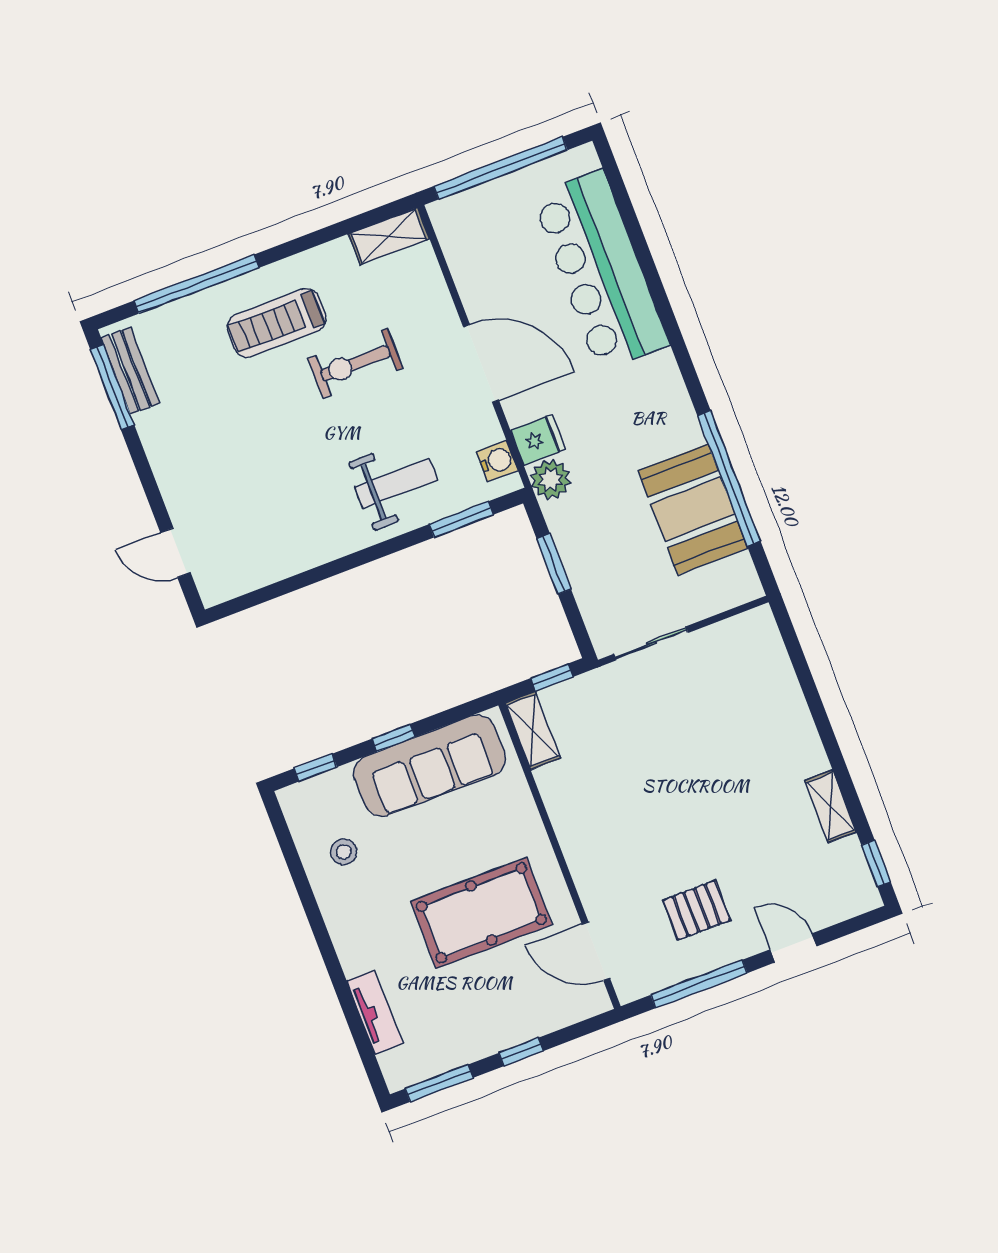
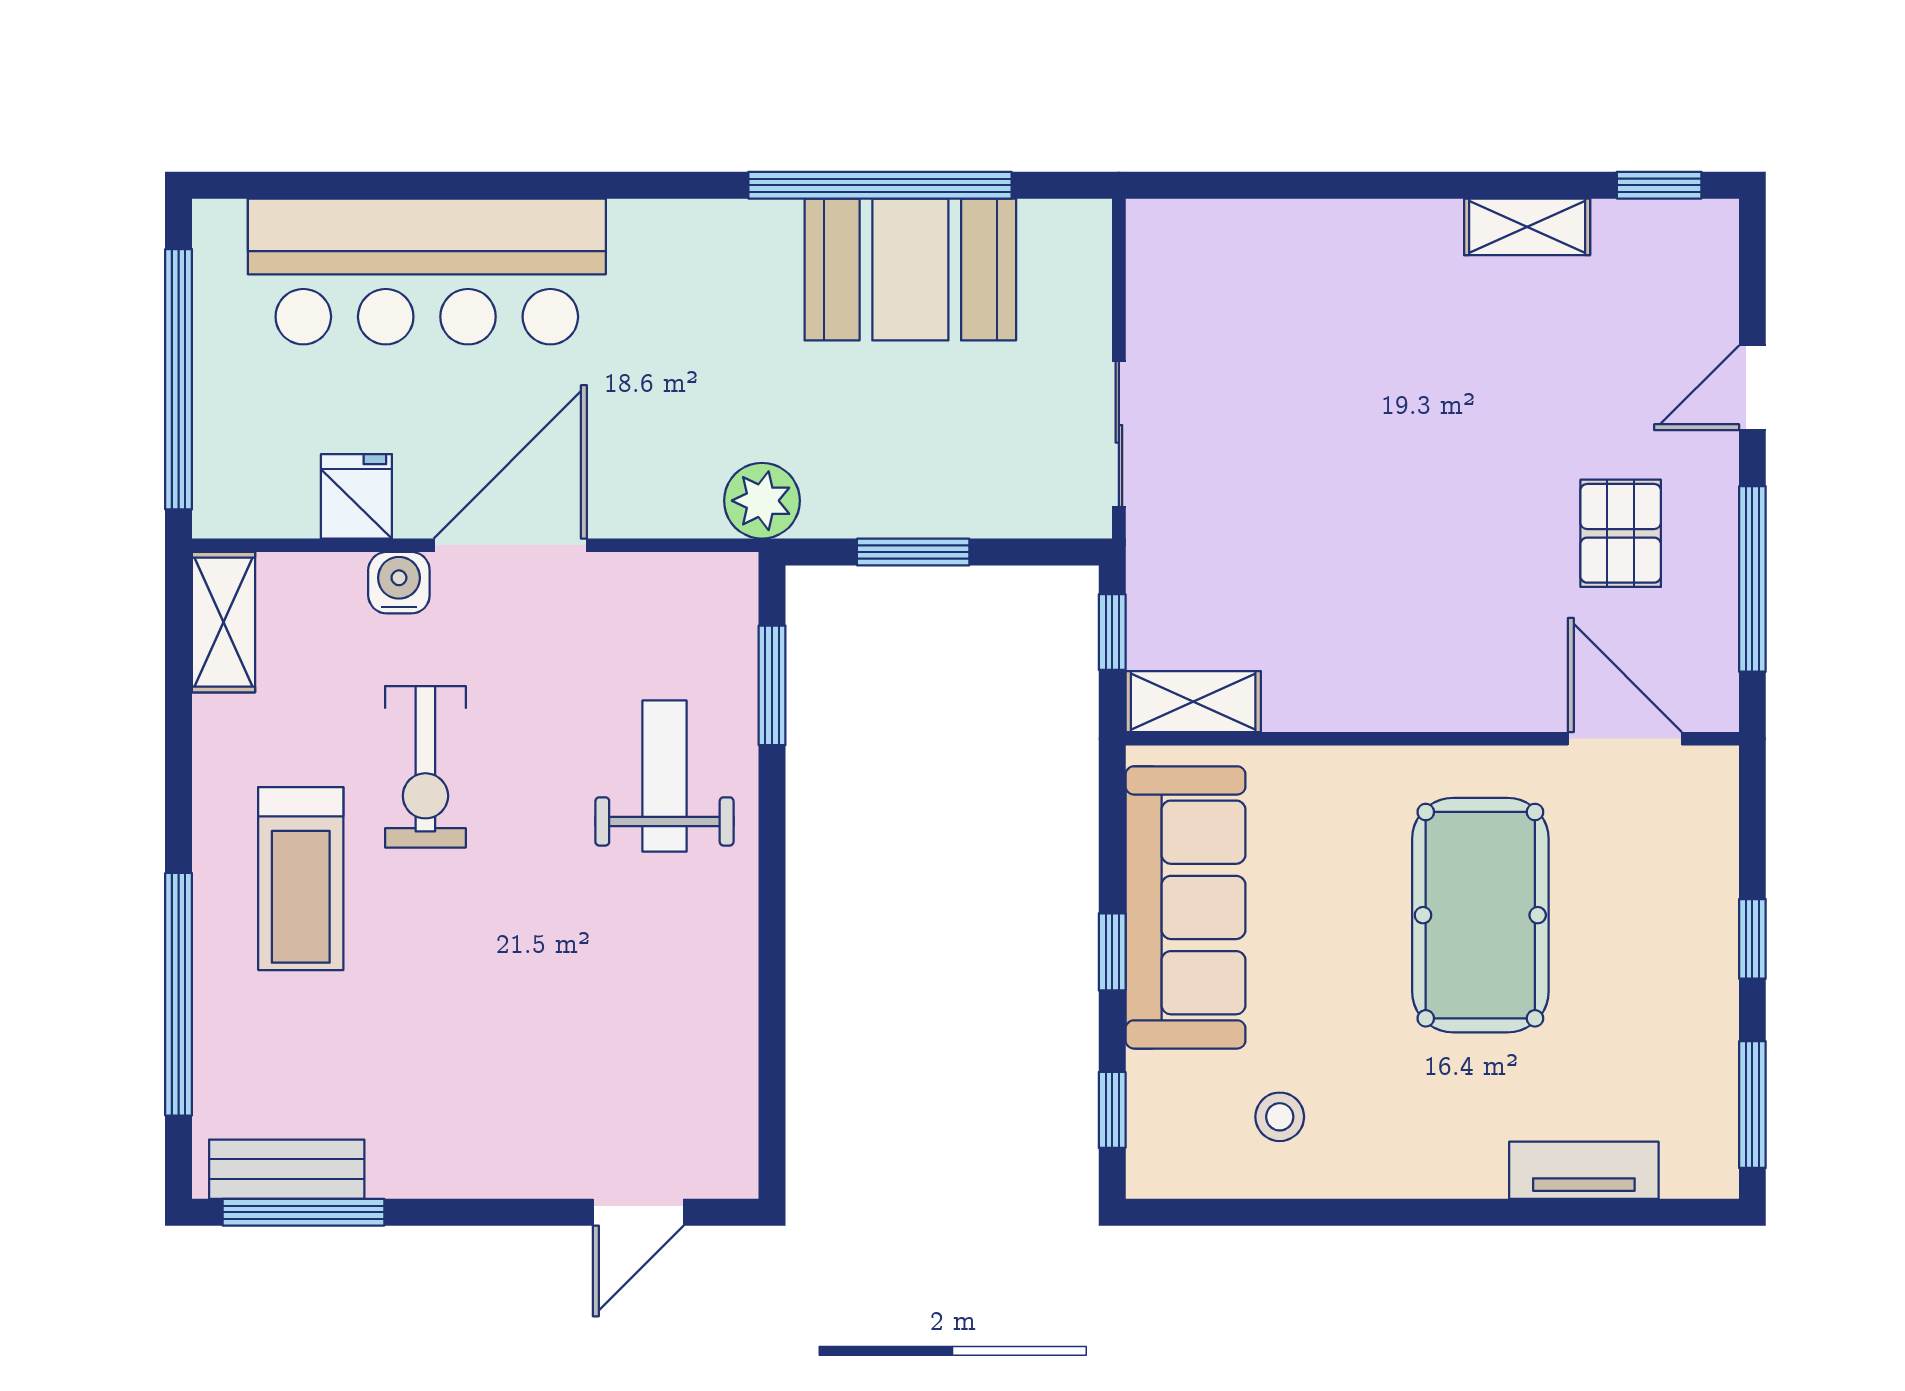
fridge: (538, 440) -> (356, 496), moved
water cooler: (497, 461) -> (399, 583), moved
door: (596, 951) -> (1625, 739), swing flipped

